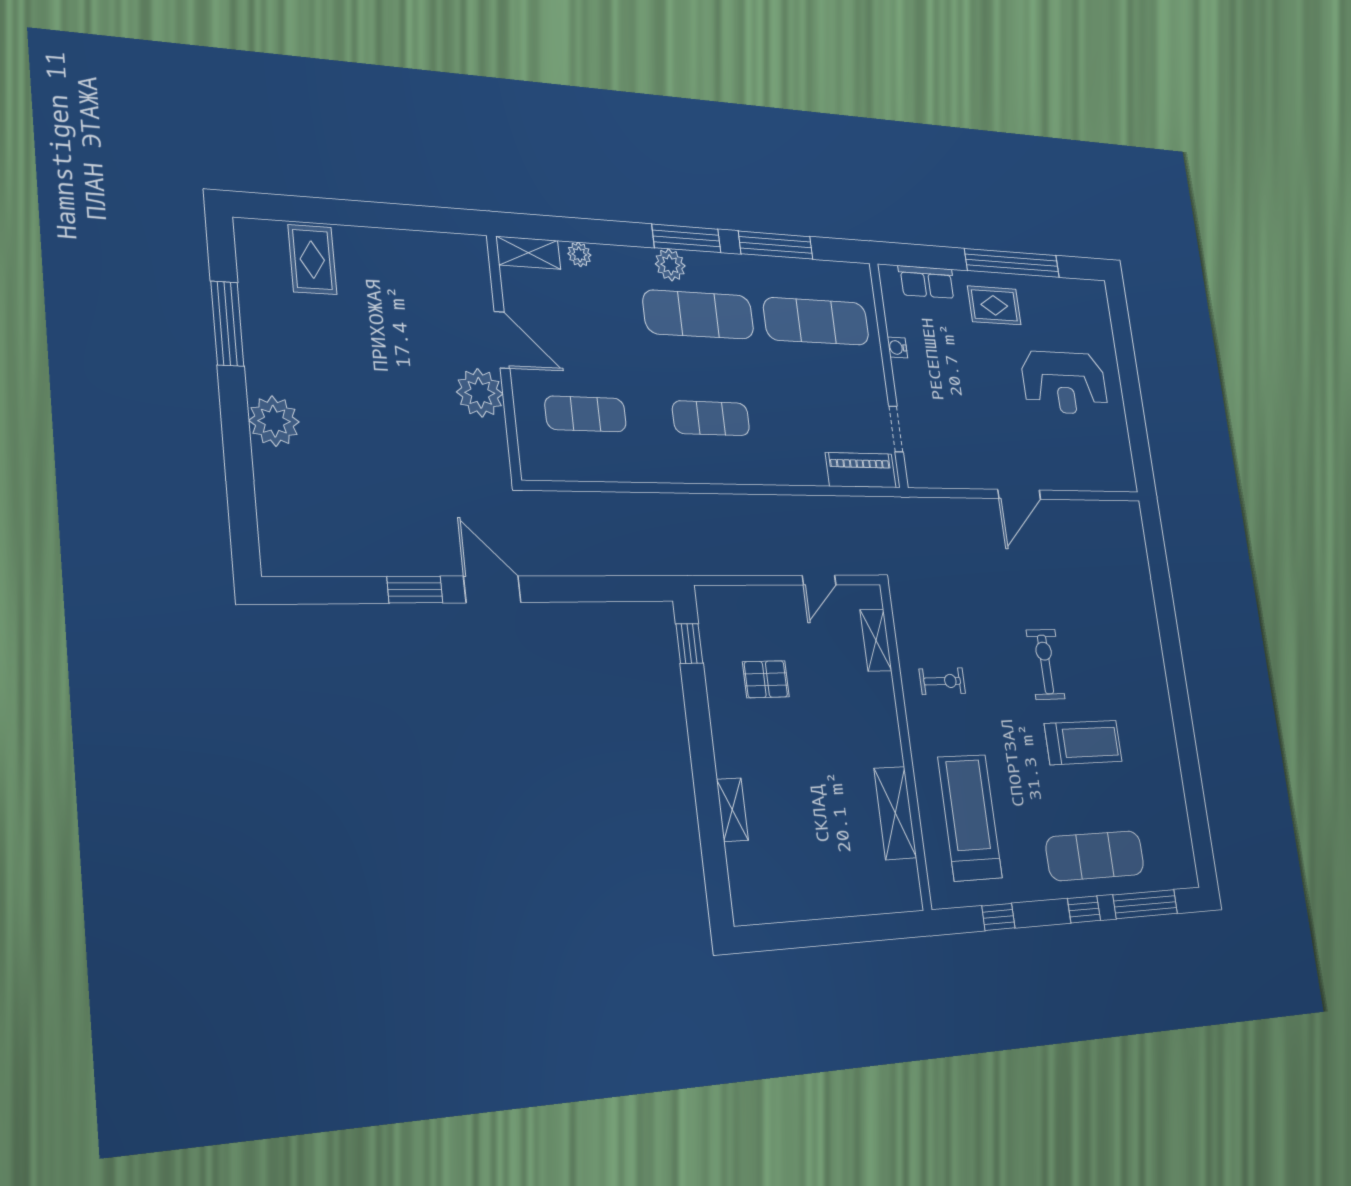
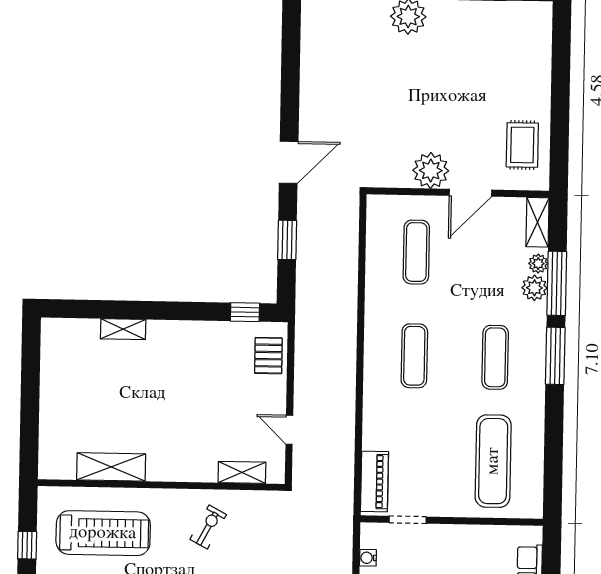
window: (776, 245) -> (557, 283), moved
rug: (312, 260) -> (522, 145), moved, turned 90
plant: (670, 265) -> (534, 288), moved
exercise mat: (699, 314) -> (495, 357), width x0.73, depth x0.69
water cooler: (897, 348) -> (368, 558), moved, turned -90
window: (415, 590) -> (287, 240), moved
pallet: (766, 679) -> (268, 356), moved
exercise bike: (942, 681) -> (208, 527), turned -152

